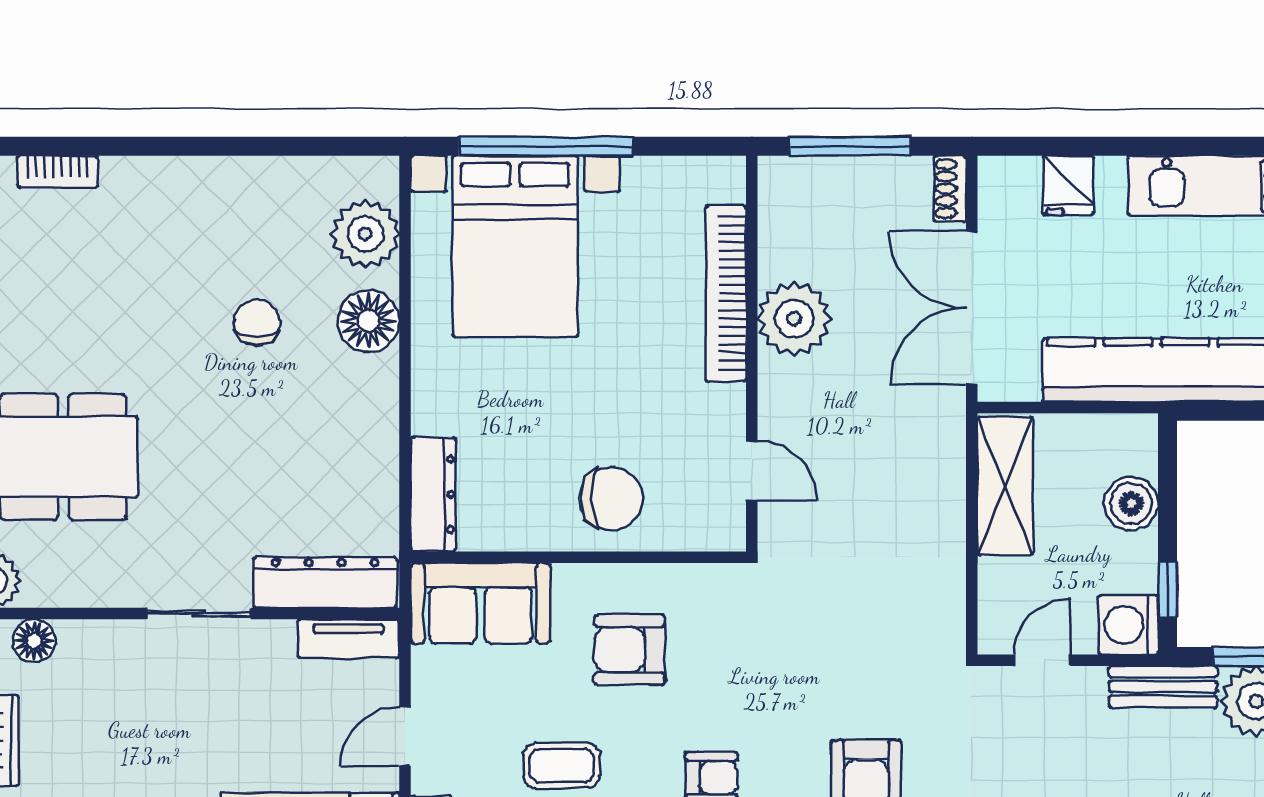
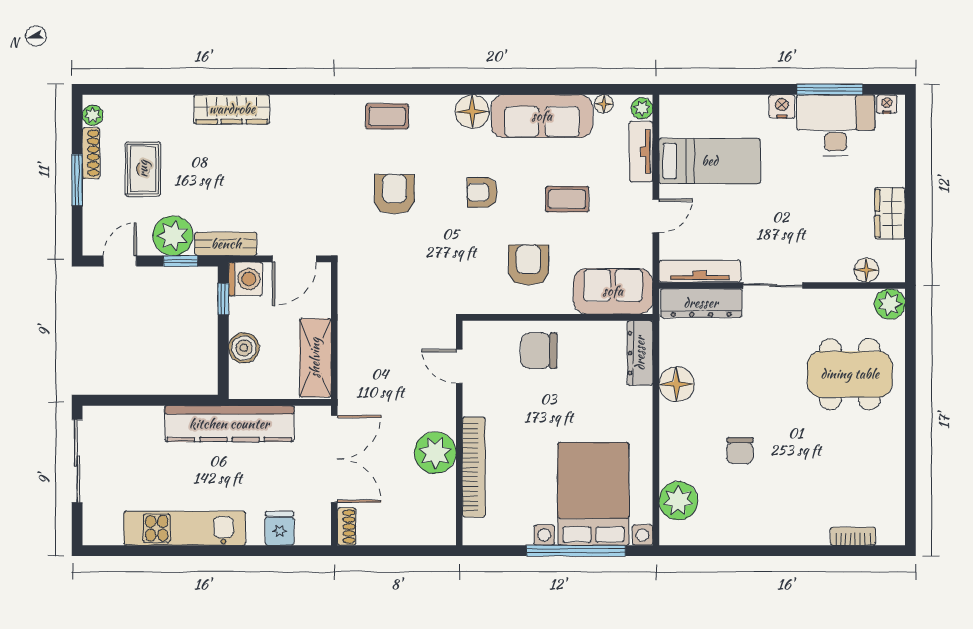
window: (850, 146) -> (403, 551), removed
floor lamp: (368, 321) -> (677, 384), moved
tv unit: (349, 639) -> (700, 271), width x1.41
armchair: (629, 650) -> (529, 265), turned -90
door: (1042, 660) -> (294, 259), width x1.37

